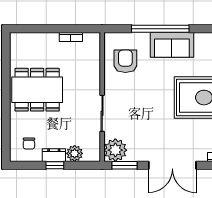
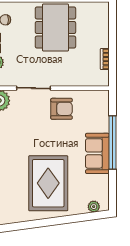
armchair: (125, 61) -> (62, 109), moved

